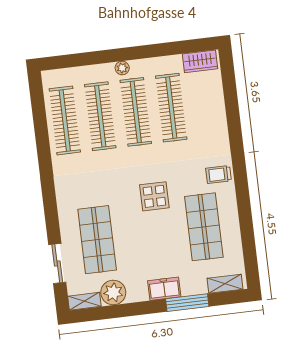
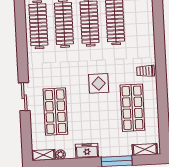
sliding door: (57, 264) -> (24, 97), moved
freezer: (164, 289) -> (87, 151), moved
plant: (113, 293) -> (60, 155), width x0.53, depth x0.53

